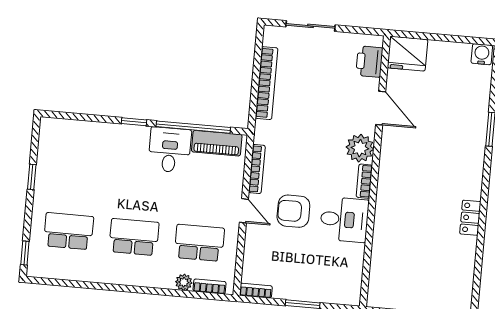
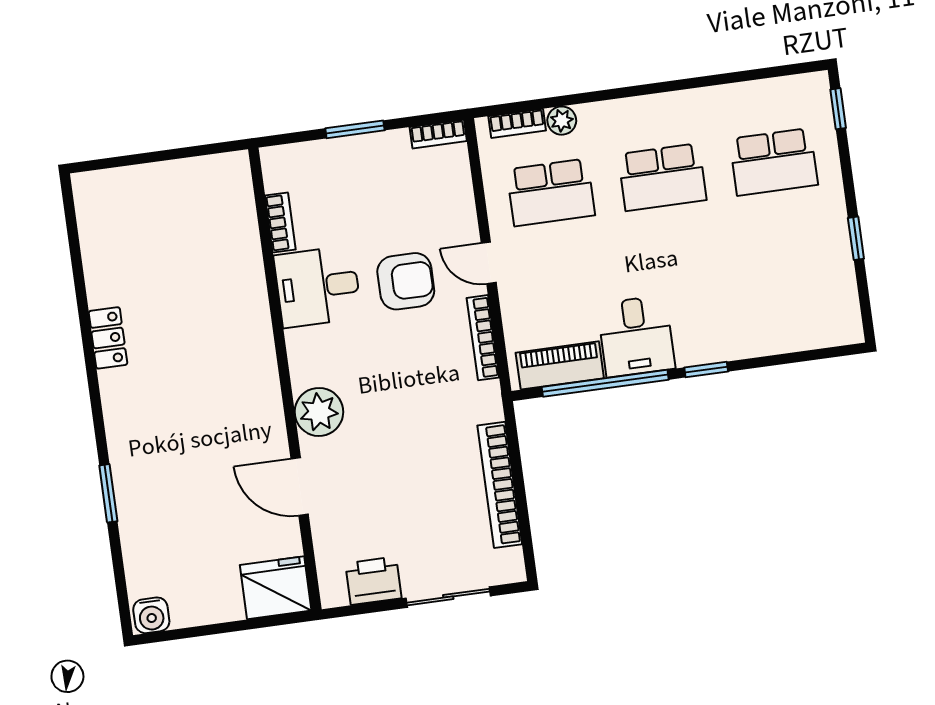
printer: (369, 62) -> (373, 581), moved, turned -90
bookcase: (364, 181) -> (280, 222), moved

